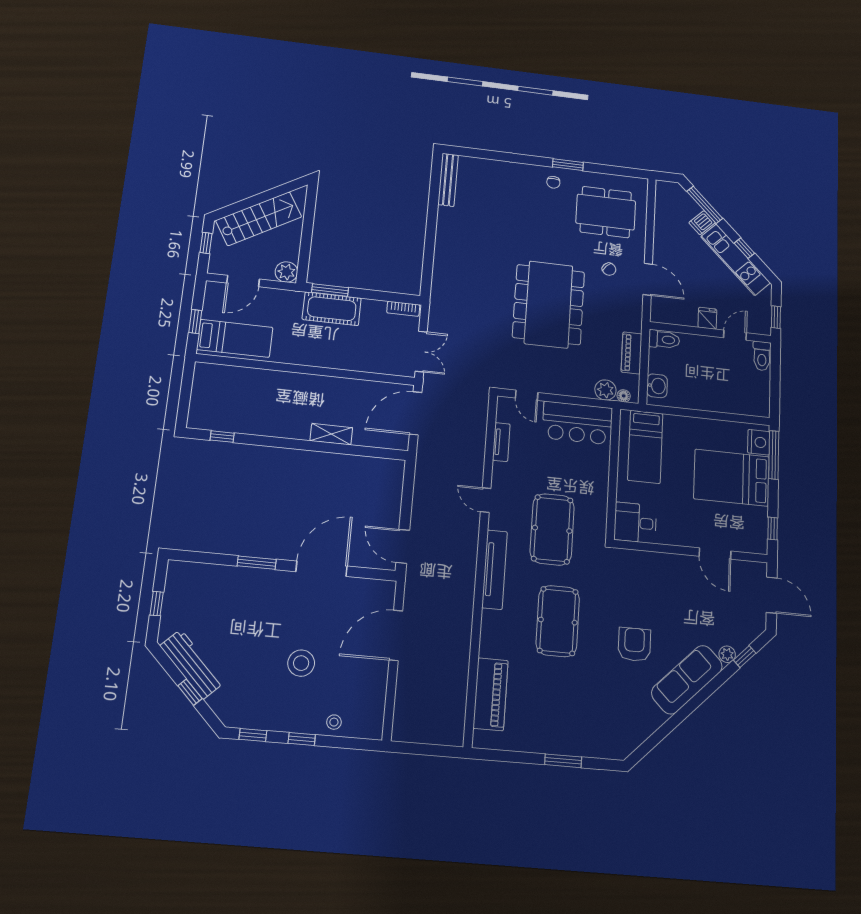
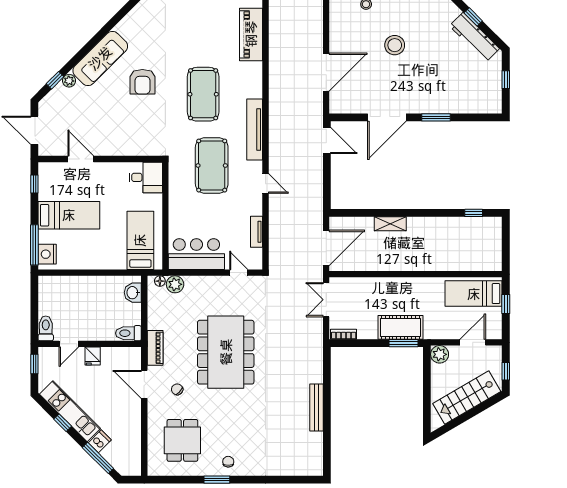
bench: (448, 180) -> (316, 407), moved
dining table: (606, 212) -> (182, 440), width x0.73
piano: (631, 353) -> (155, 348), moved
bed: (732, 478) -> (69, 215), width x0.67

